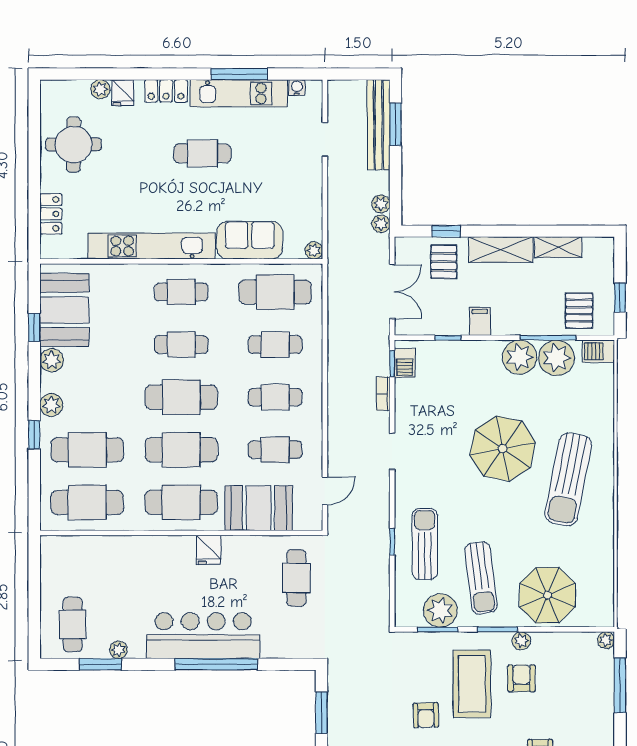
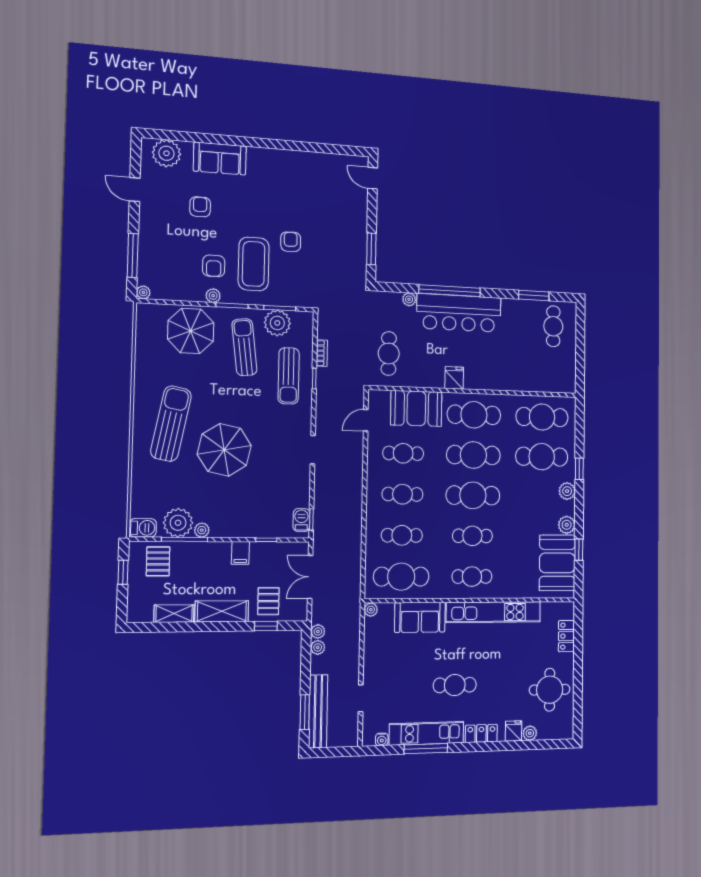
plant: (520, 357) -> (202, 530), width x0.53, depth x0.53
bookcase: (383, 394) -> (322, 353), moved
plant: (118, 650) -> (409, 299), moved

